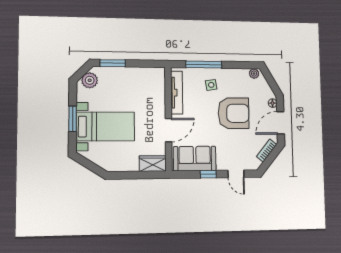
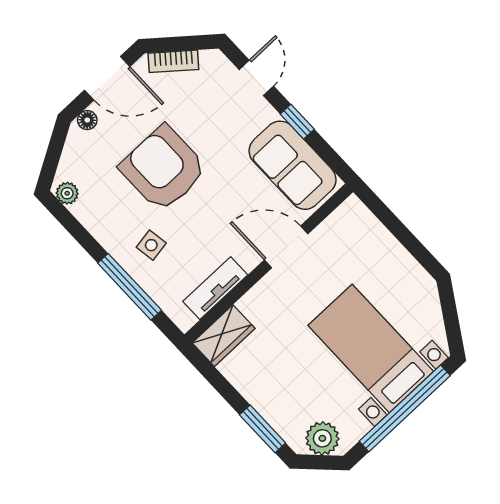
tv unit: (177, 93) -> (215, 288), width x0.71
window: (73, 119) -> (405, 408), width x2.11
wardrobe: (153, 164) -> (224, 336), moved, turned -90

